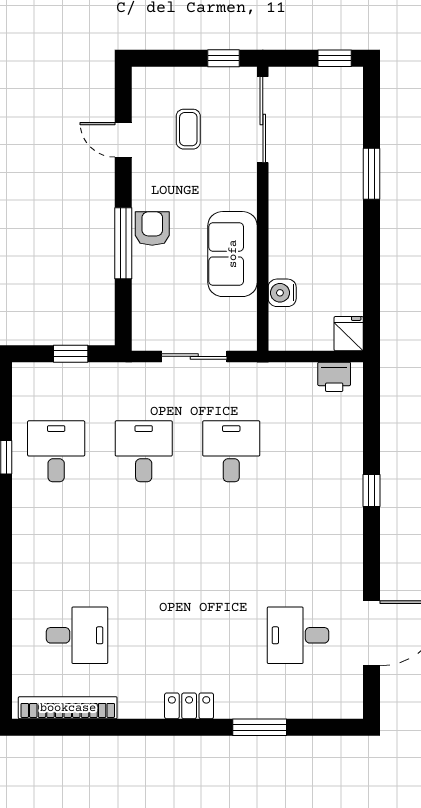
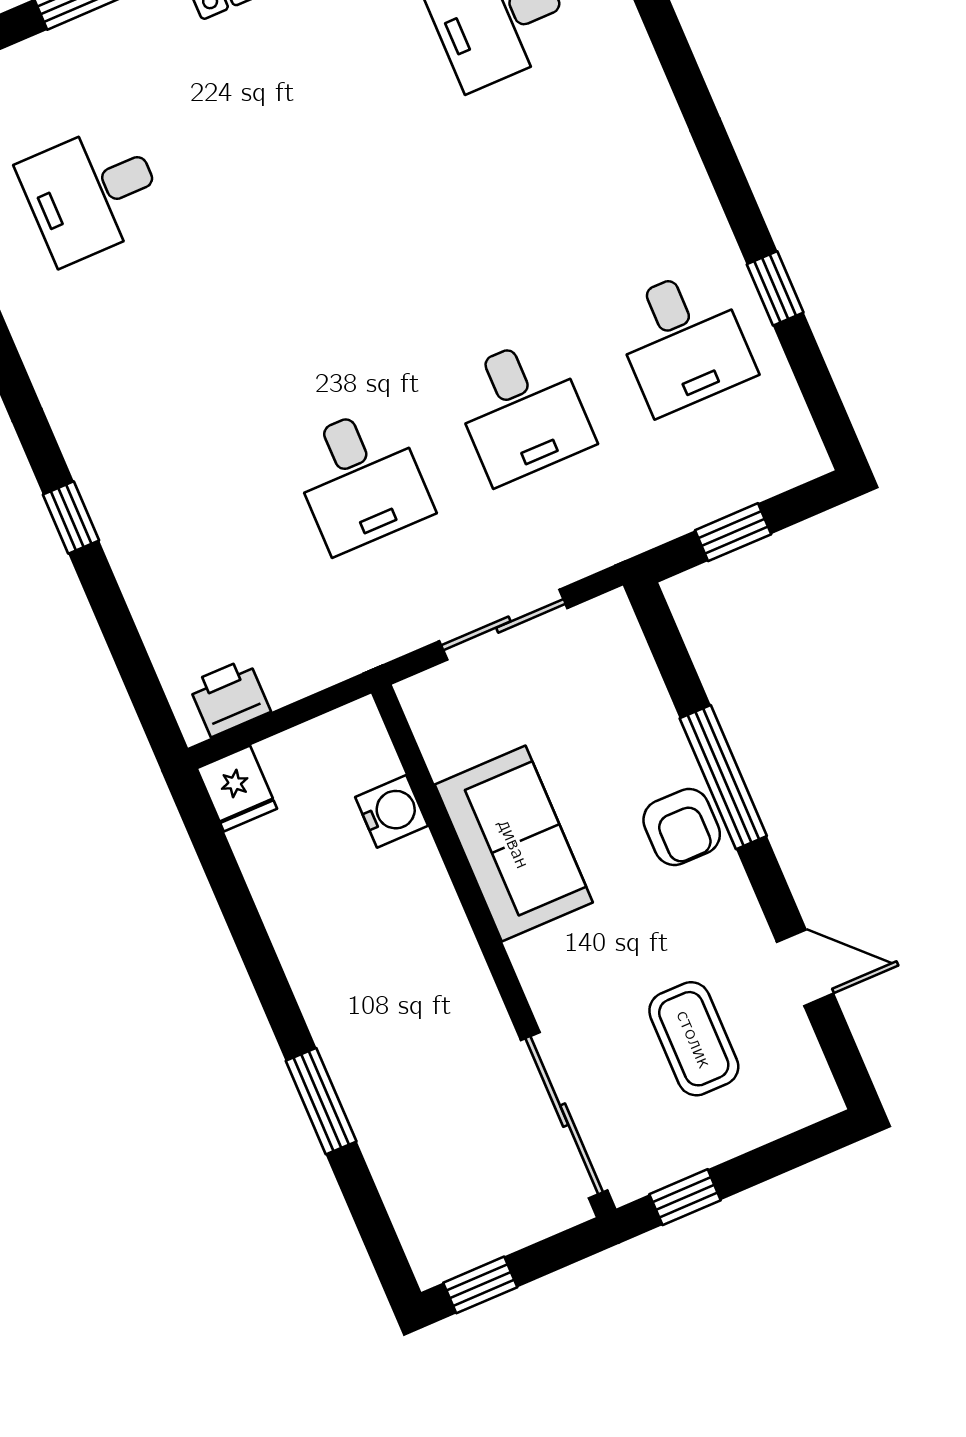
coffee table: (188, 129) -> (694, 1039), width x1.36, depth x1.30
desk: (298, 635) -> (92, 193), turned 180

